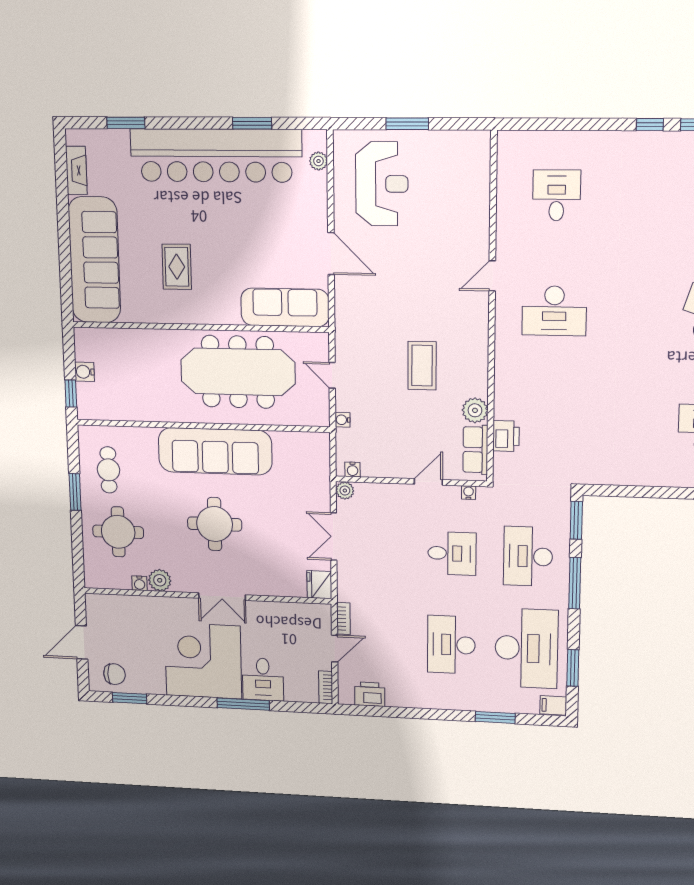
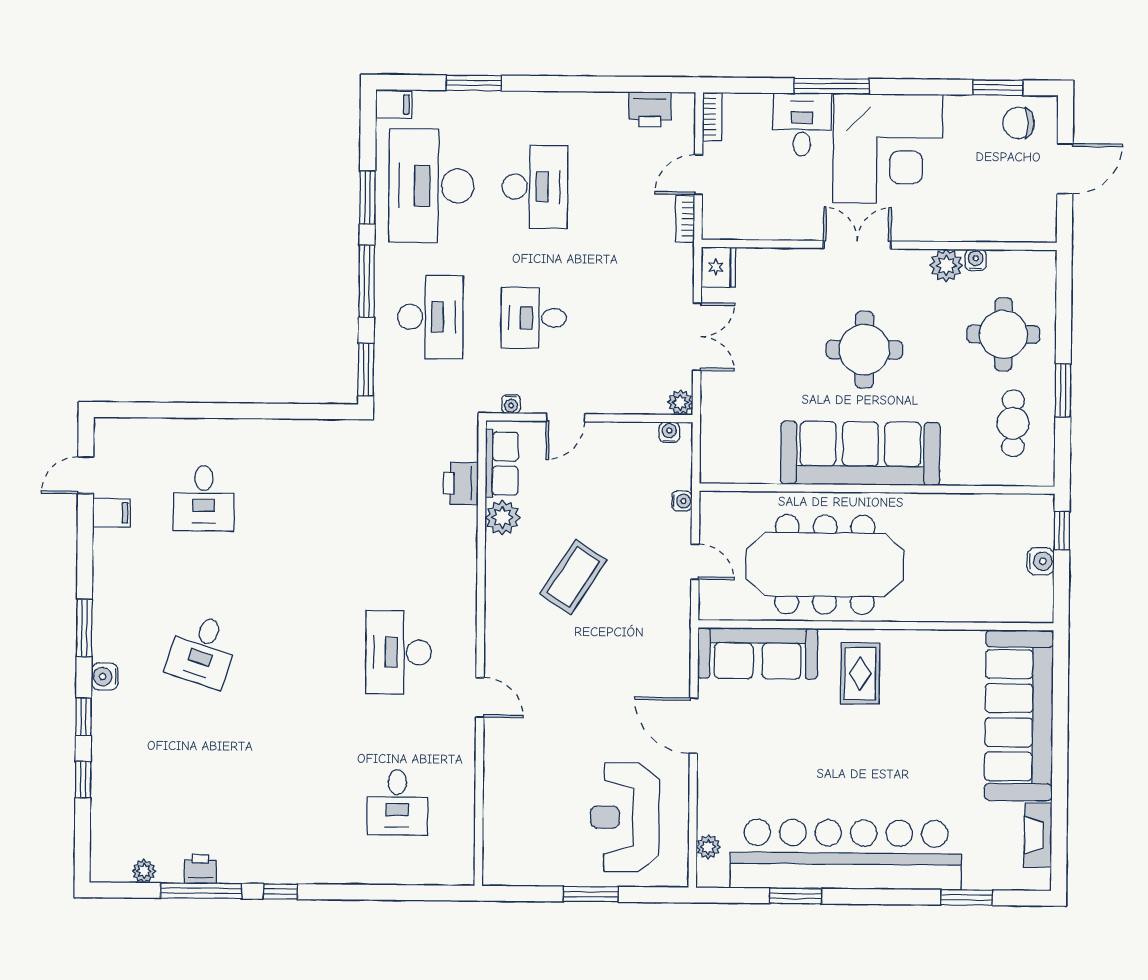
rug: (177, 267) -> (860, 673), moved
door: (492, 276) -> (480, 698), hinge flipped
desk: (554, 311) -> (399, 652), turned -90
coffee table: (422, 366) -> (573, 577), turned 33
window: (573, 668) -> (367, 197), moved

